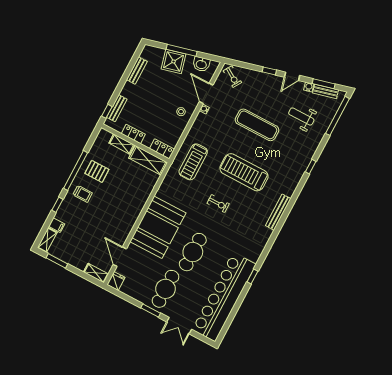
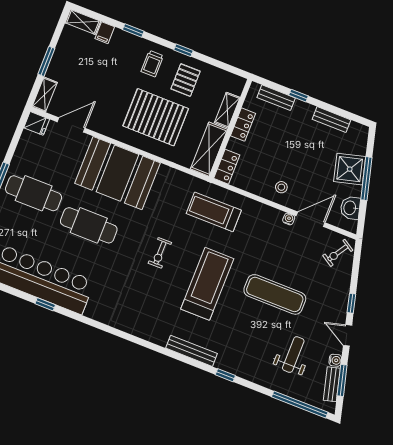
window: (107, 111) -> (298, 96), moved
exercise mat: (257, 125) -> (275, 294), turned 90
window: (76, 170) -> (183, 50), width x0.32
pallet: (121, 196) -> (156, 117), added
bench: (278, 212) -> (191, 351), moved
window: (57, 261) -> (46, 61), moved
window: (252, 276) -> (45, 304), moved

